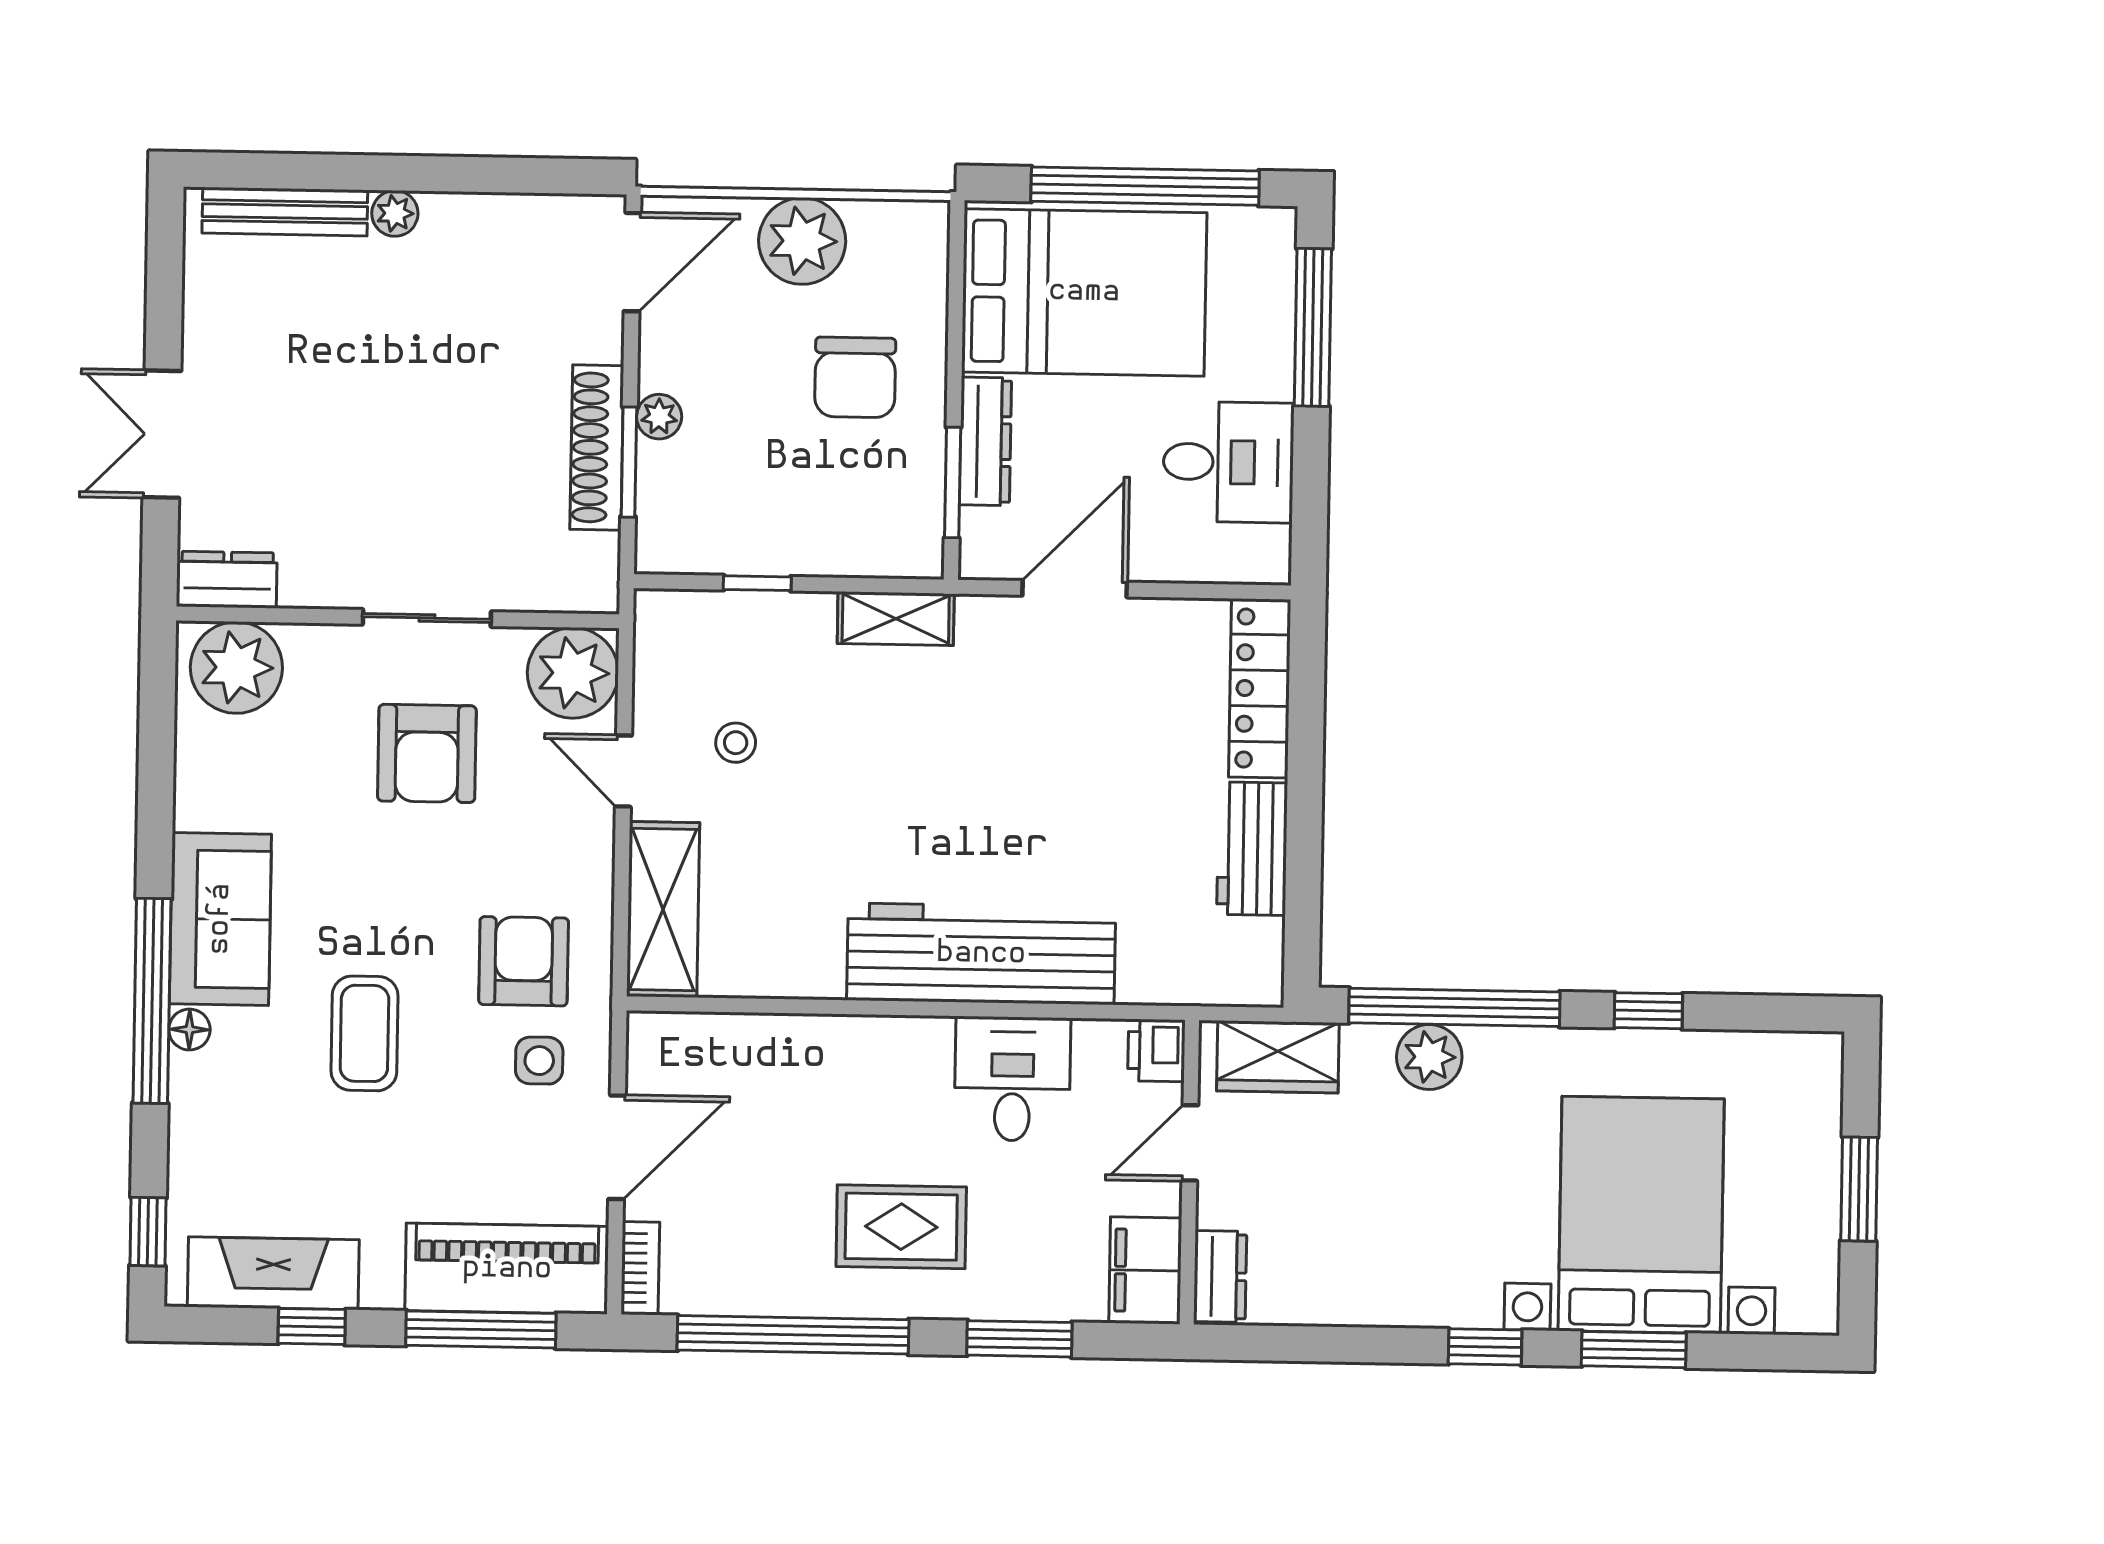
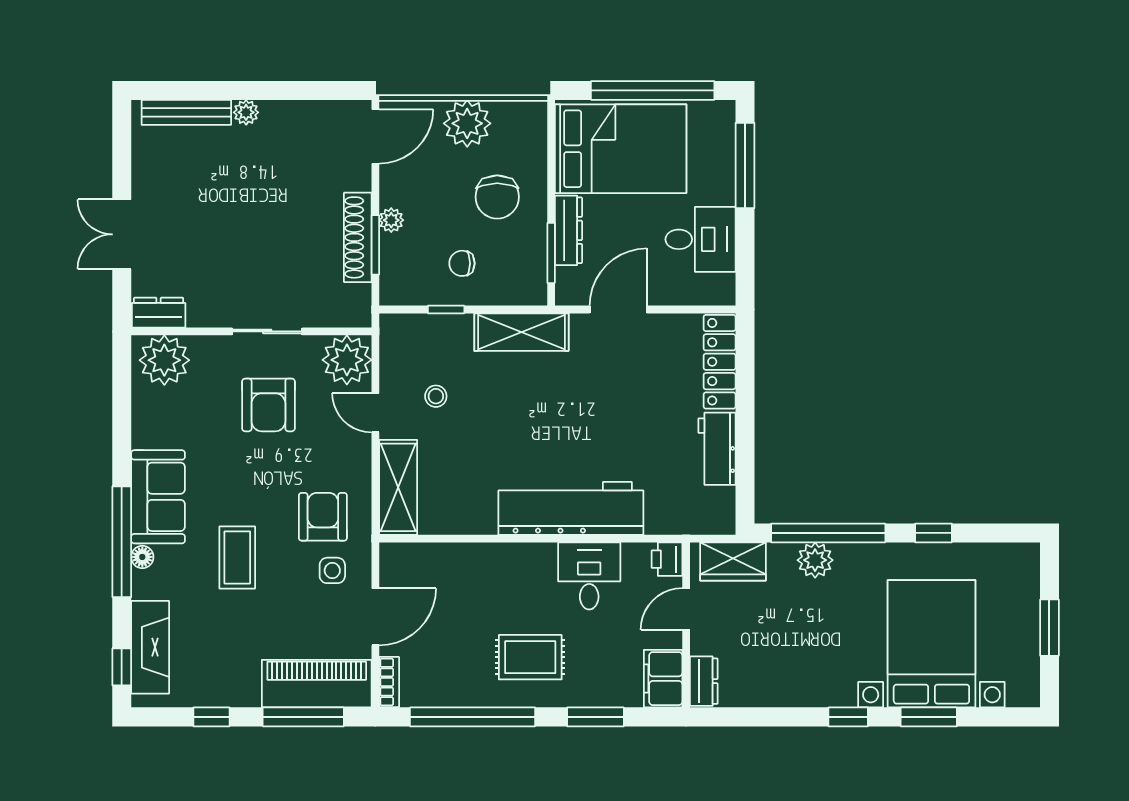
chair: (788, 499) -> (462, 263), added
shelving: (896, 619) -> (521, 332), width x1.50, depth x1.33
fireplace: (273, 1273) -> (150, 647), moved, turned 90

